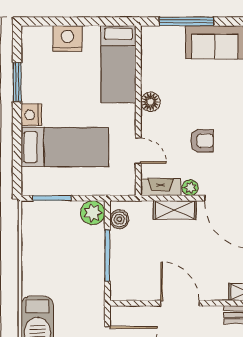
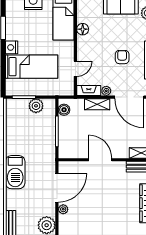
floor lamp: (151, 102) -> (83, 29), moved
armchair: (202, 141) -> (122, 57), moved, turned -90
door: (138, 151) -> (75, 69), hinge flipped
plant: (93, 213) -> (36, 106), moved

